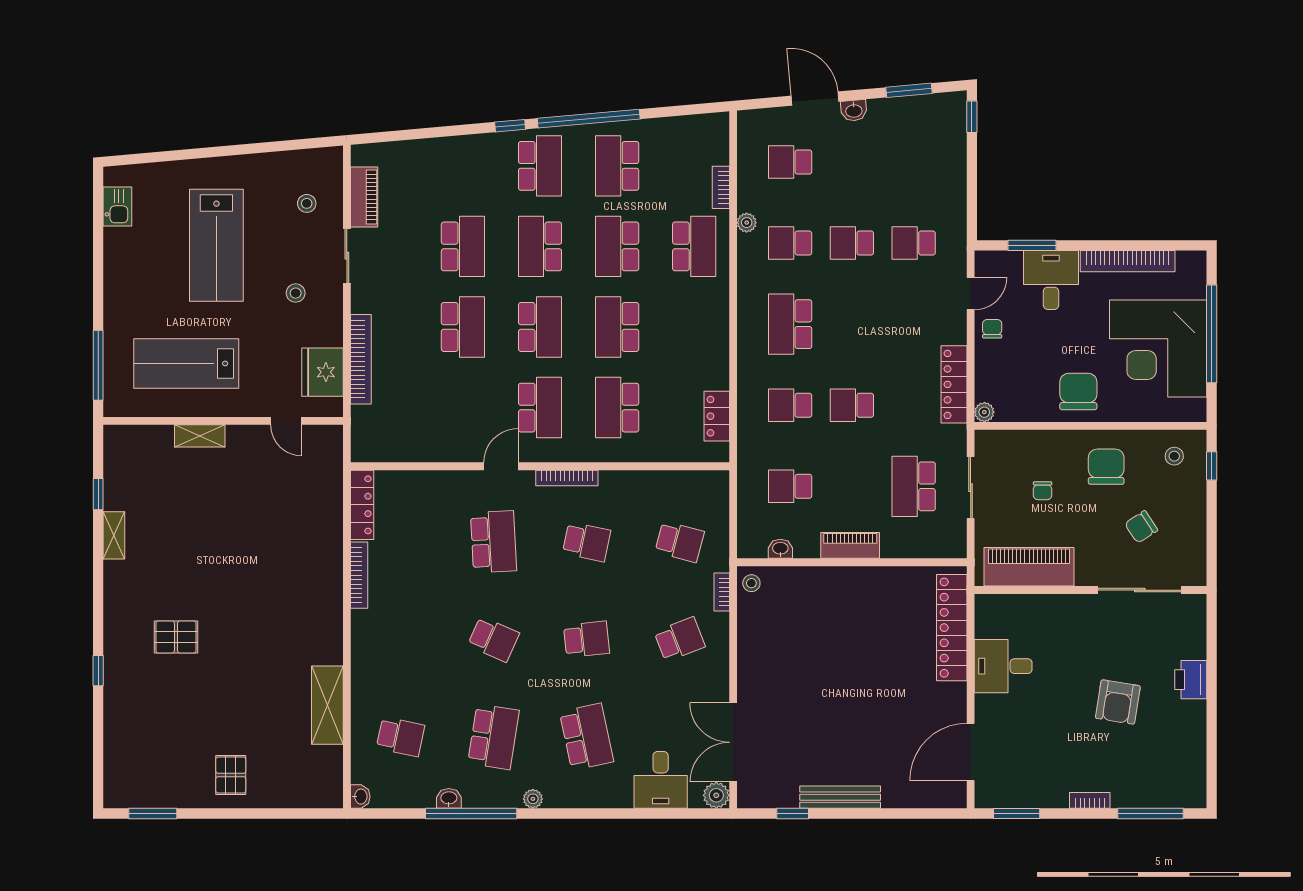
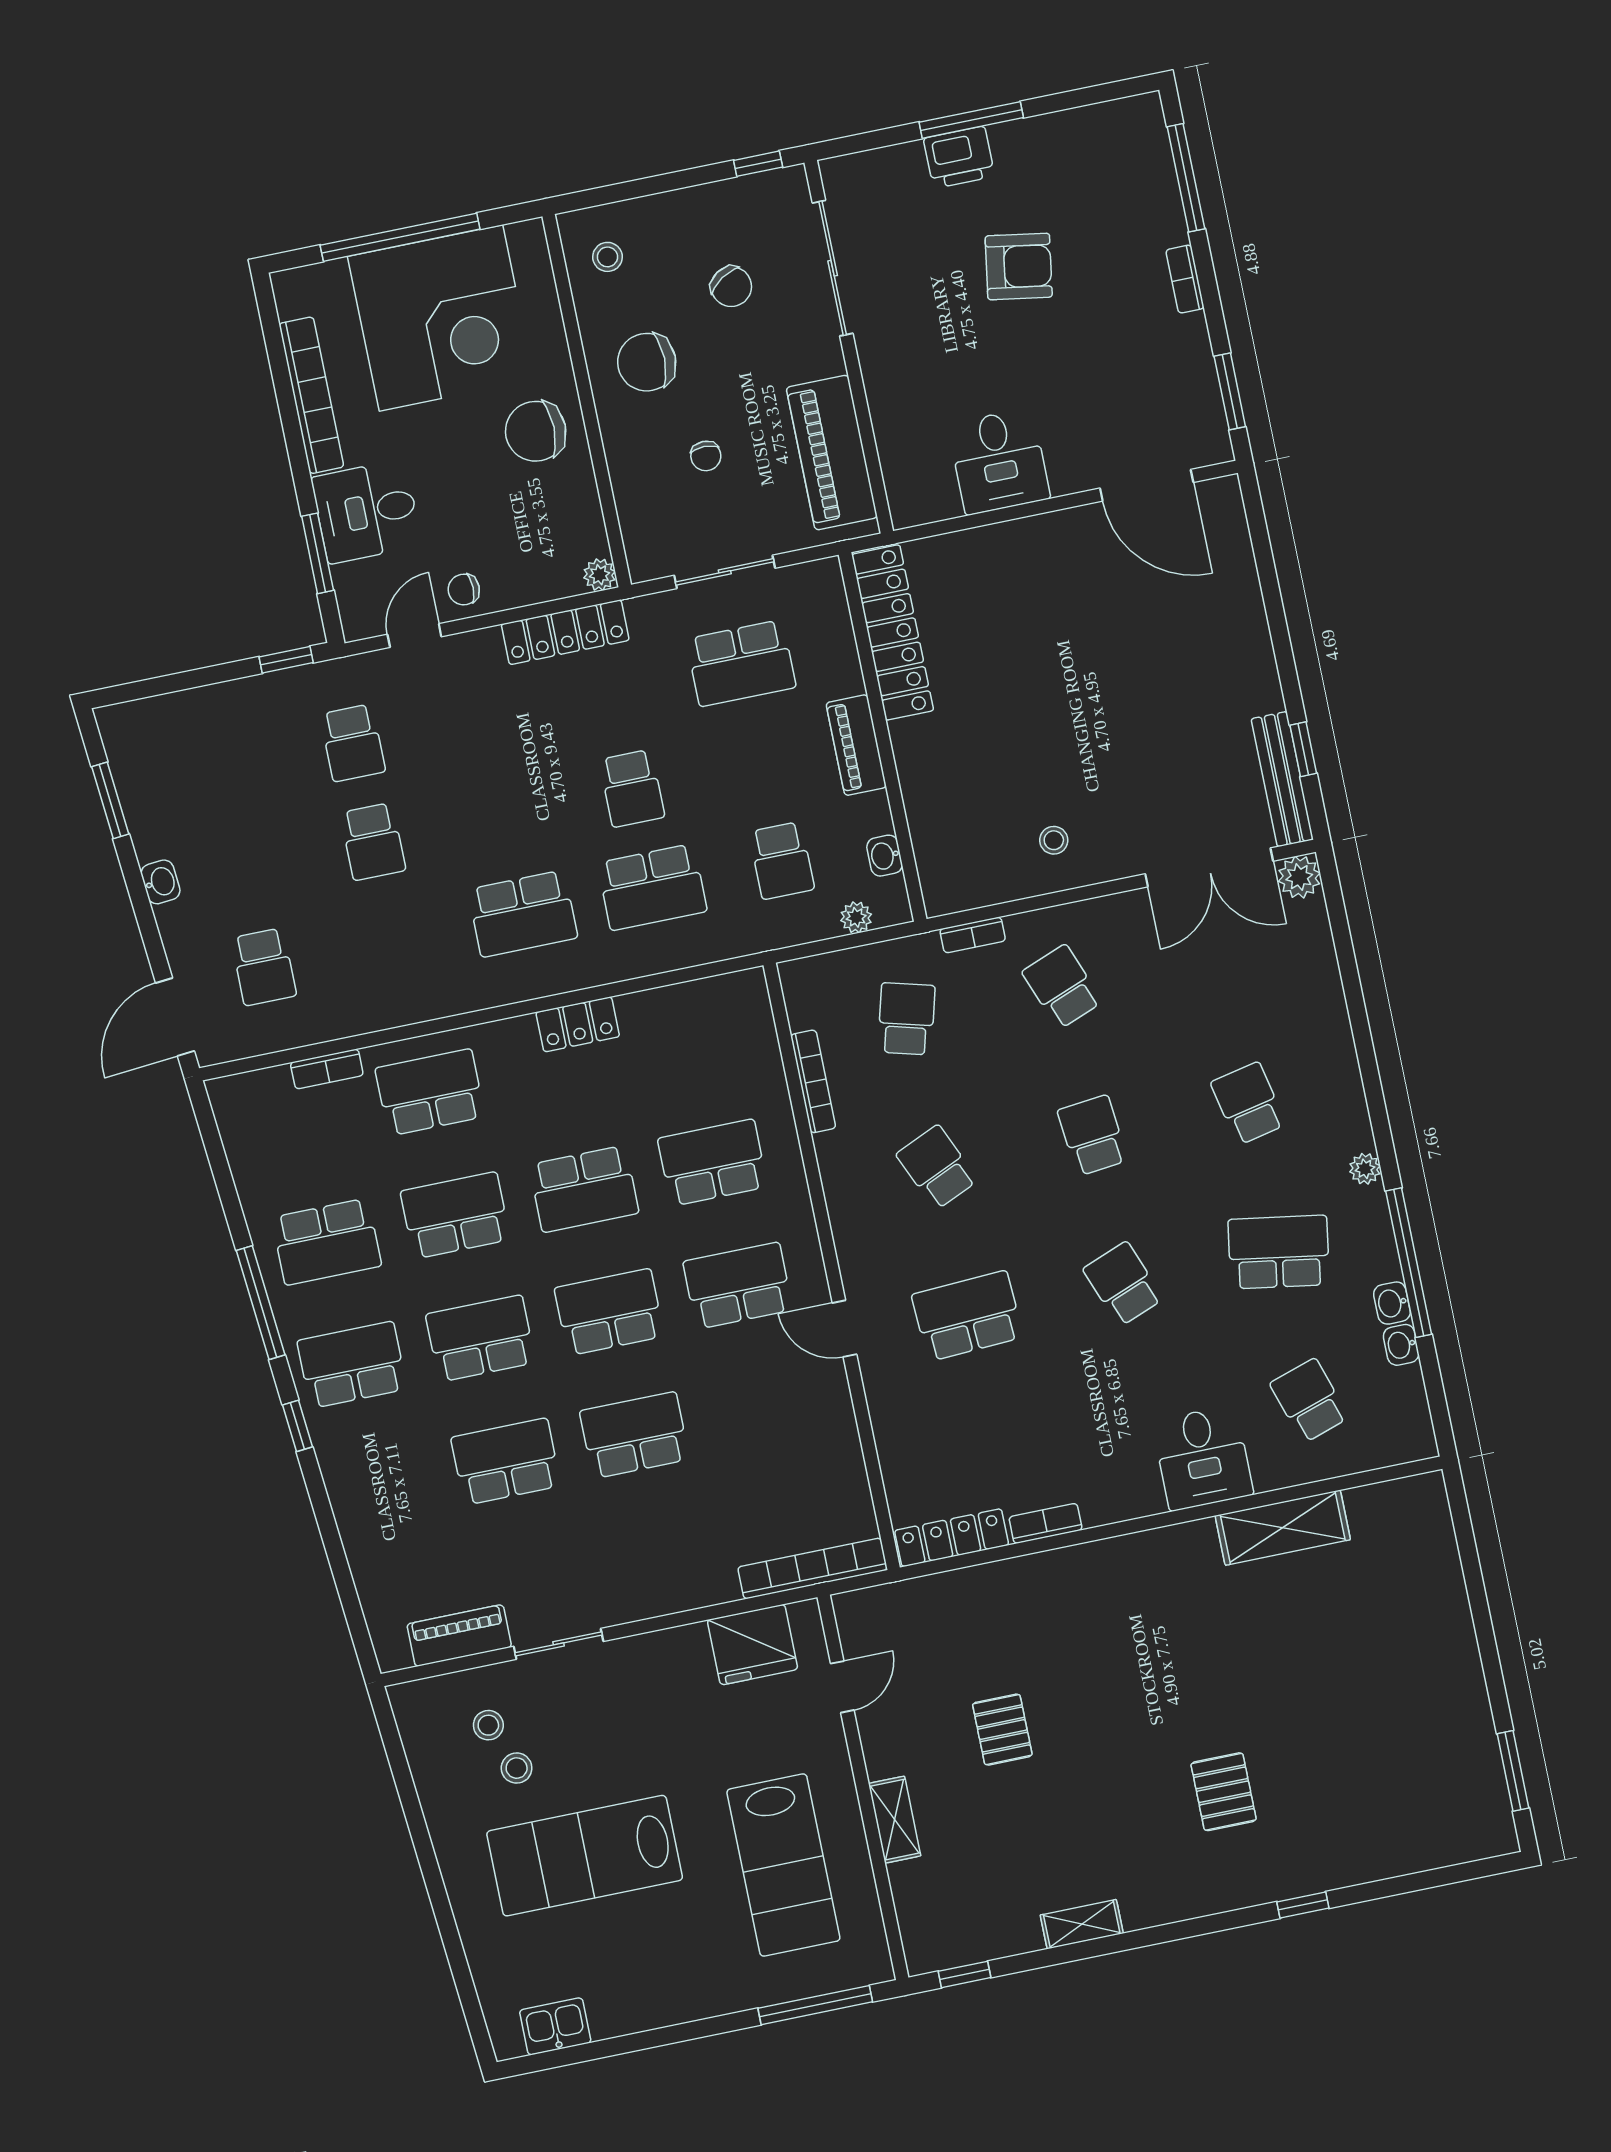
door: (815, 99) -> (175, 1017), moved
window: (972, 117) -> (286, 660), moved
window: (589, 119) -> (261, 1303), width x0.68
plant: (747, 223) -> (856, 917), moved
school desk: (790, 243) -> (393, 940), removed
lab bench: (216, 245) -> (585, 1856), turned 180
school desk: (540, 246) -> (481, 1338), turned 180
school desk: (617, 246) -> (455, 1215), turned 180
stool: (296, 293) -> (517, 1768), moved
door: (971, 293) -> (414, 636), hinge flipped
bookcase: (361, 359) -> (813, 1568), moved
school desk: (790, 405) -> (652, 887), width x1.85
school desk: (617, 408) -> (713, 1163), turned 180
locker: (717, 416) -> (578, 1024), moved
window: (1212, 466) -> (758, 164), moved
bookcase: (567, 478) -> (813, 1081), moved
chair: (1043, 491) -> (706, 456), turned 90
window: (98, 494) -> (964, 1974), moved
school desk: (587, 542) -> (937, 1167), turned -36
bookcase: (359, 575) -> (1046, 1523), width x0.64
stool: (751, 583) -> (1054, 840), moved
locker: (952, 628) -> (893, 632), moved, turned -90
school desk: (494, 639) -> (1123, 1284), turned -45
window: (1212, 692) -> (971, 120), added
school desk: (400, 737) -> (1309, 1401), turned -30
school desk: (587, 737) -> (1248, 1103), width x0.54
pallet: (231, 775) -> (1002, 1730), moved, turned 90
desk: (661, 780) -> (1203, 1458), moved, turned 90
washbasin: (360, 797) -> (1401, 1345), moved, turned -90
bench: (840, 797) -> (1282, 779), moved

